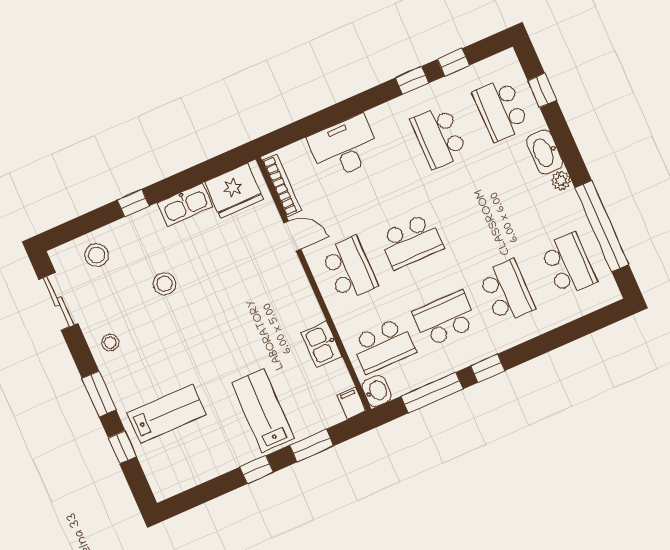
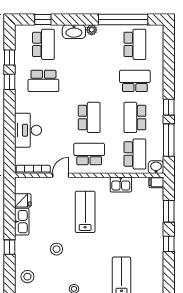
school desk: (501, 110) -> (43, 44), turned -90
fridge: (234, 191) -> (23, 200), width x0.53, depth x0.75
school desk: (569, 264) -> (135, 44), turned 90
lab bench: (263, 411) -> (85, 212), moved, turned 90

